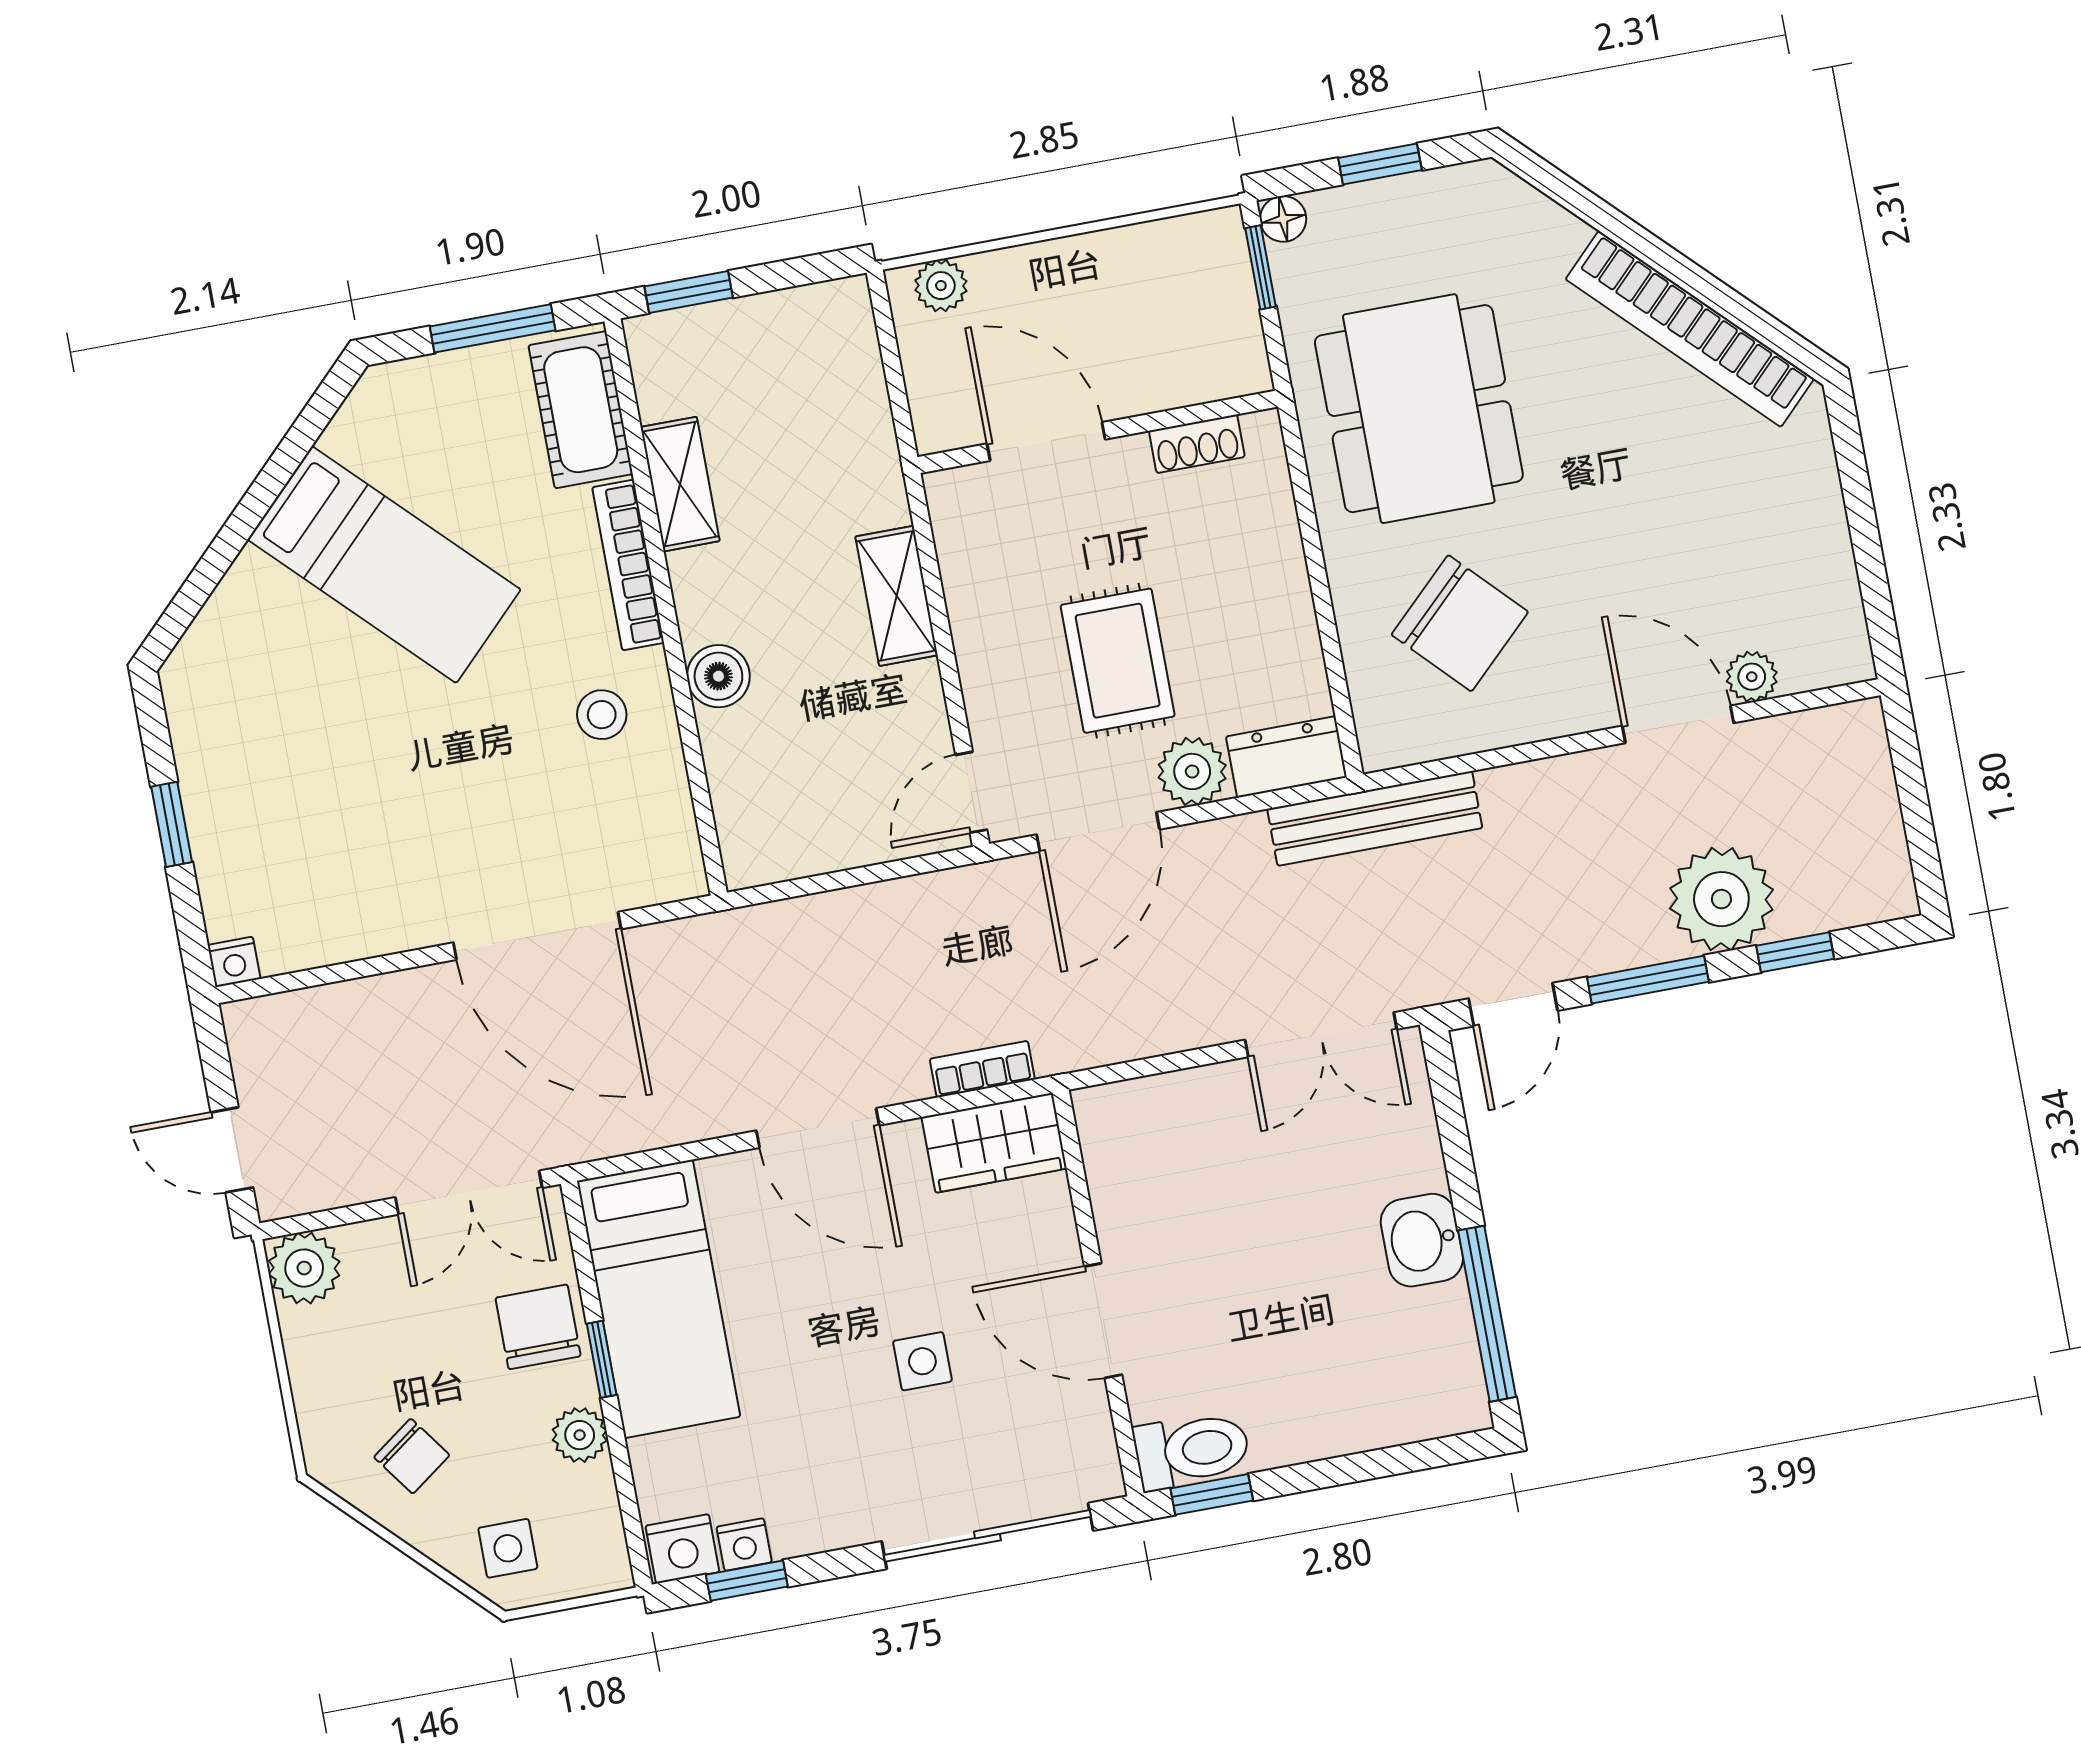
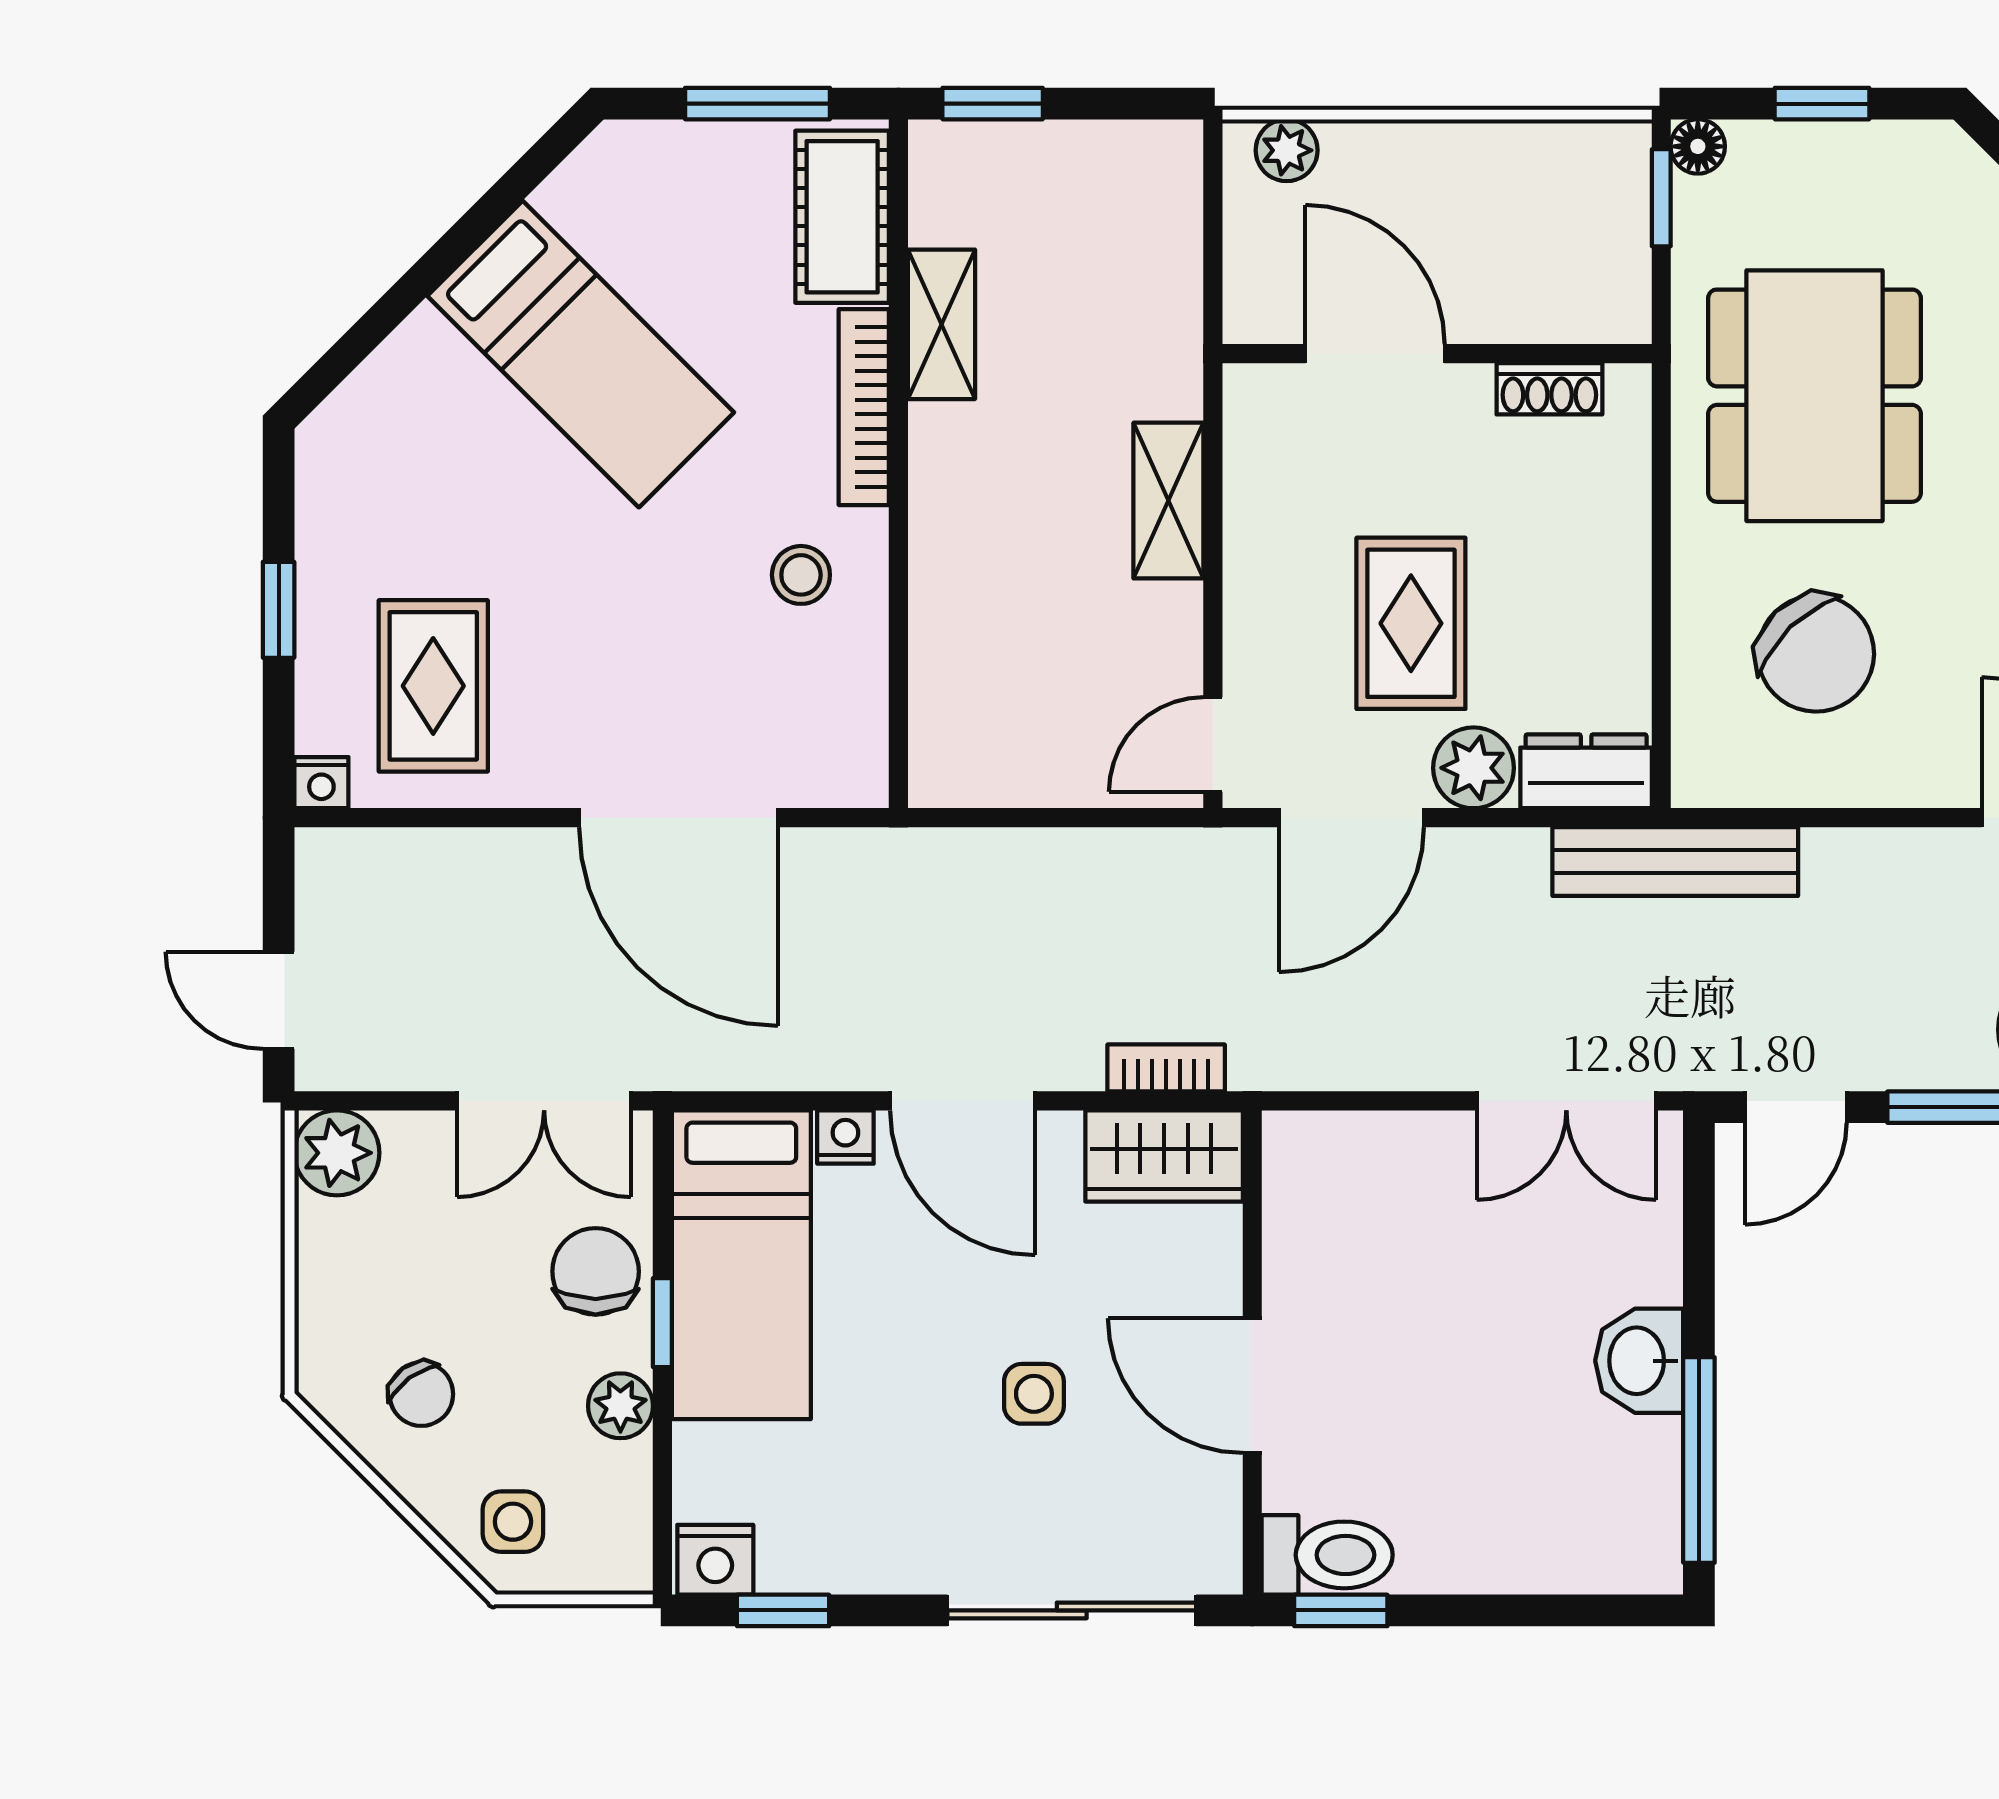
boiler: (718, 676) -> (945, 555), removed
rug: (312, 864) -> (433, 686), added
nightstand: (744, 1544) -> (845, 1137), moved, turned 180

